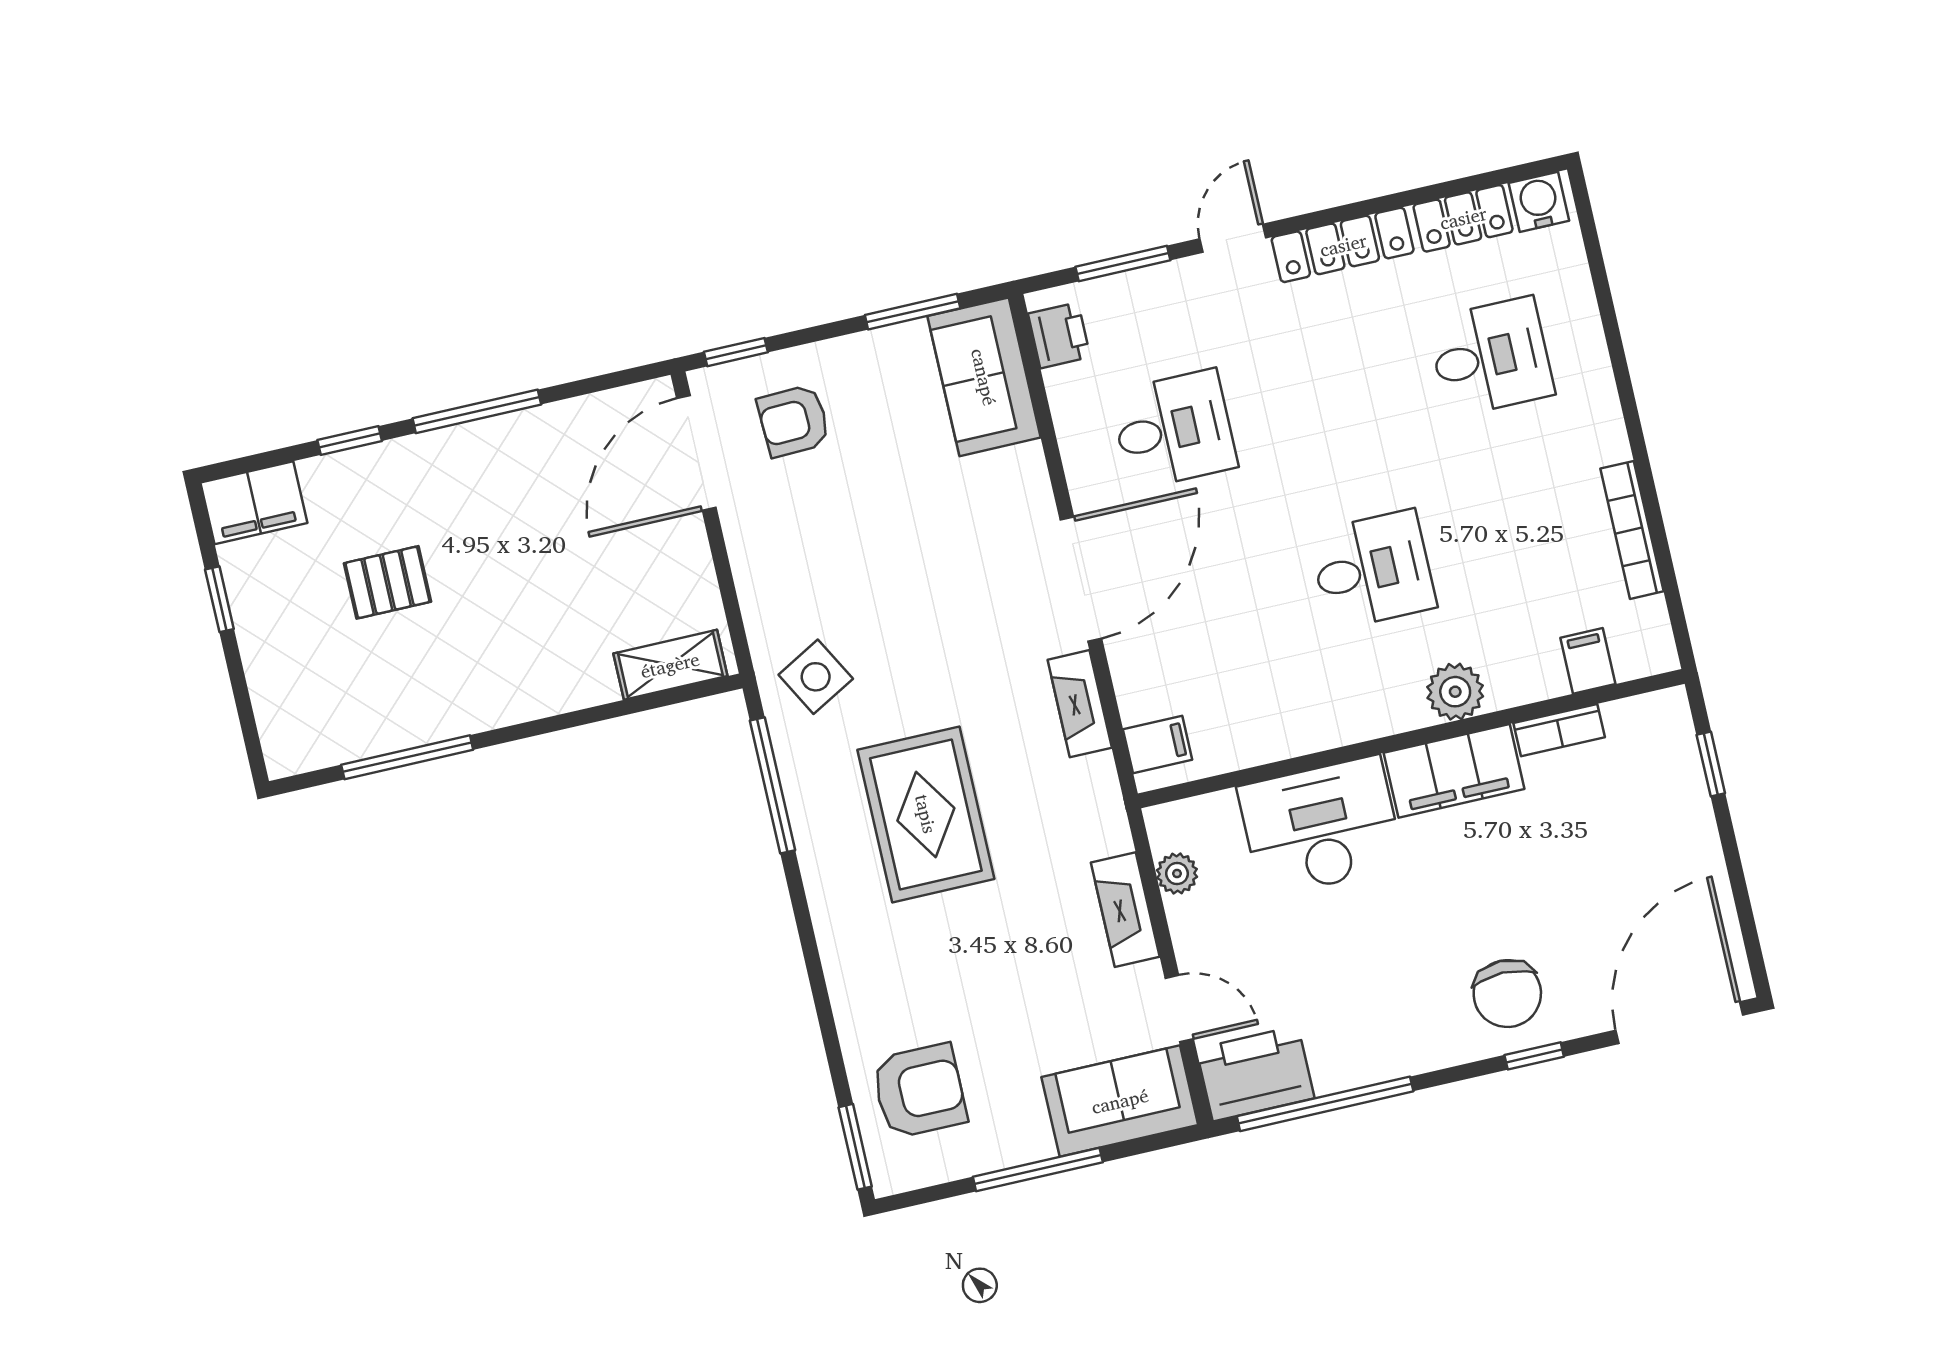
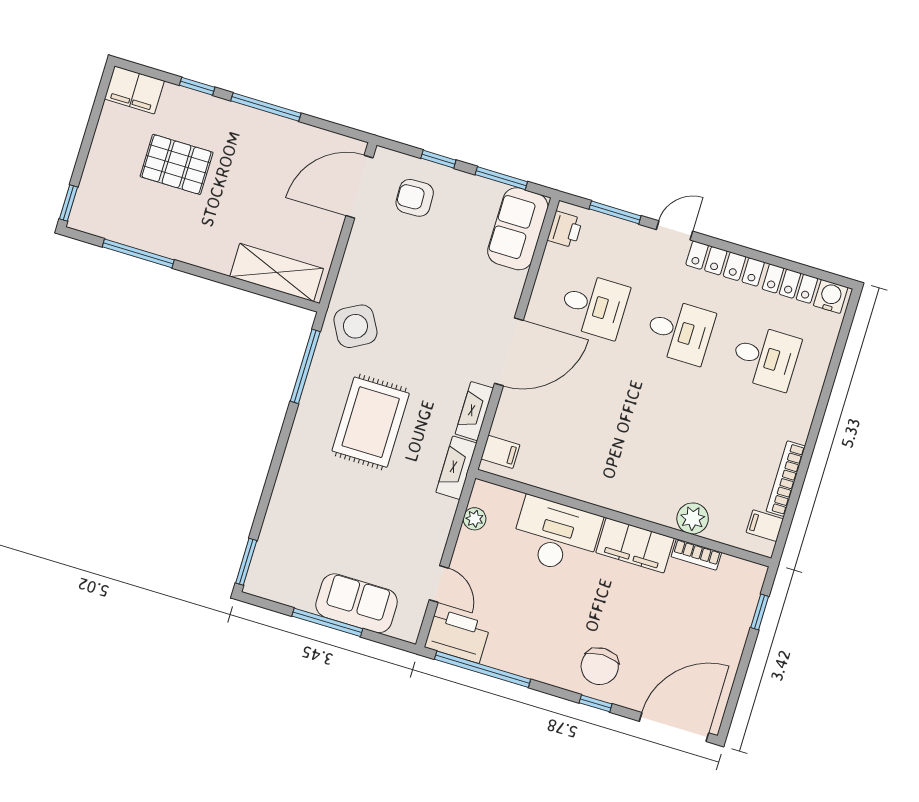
window: (736, 352) -> (438, 159), moved
desk: (1373, 570) -> (680, 332), moved
pallet: (388, 582) -> (177, 164), width x1.50, depth x1.42
window: (219, 599) -> (69, 203), moved
filing cabinet: (1588, 661) -> (765, 526), moved, turned -90
shelving: (670, 665) -> (277, 273), width x1.50, depth x1.33
side table: (816, 677) -> (355, 326), width x1.37, depth x1.37
plant: (1455, 692) -> (693, 518), moved
fireplace: (1125, 910) -> (456, 468), moved
armchair: (919, 1091) -> (292, 552), removed
sofa: (1120, 1101) -> (357, 603), moved

